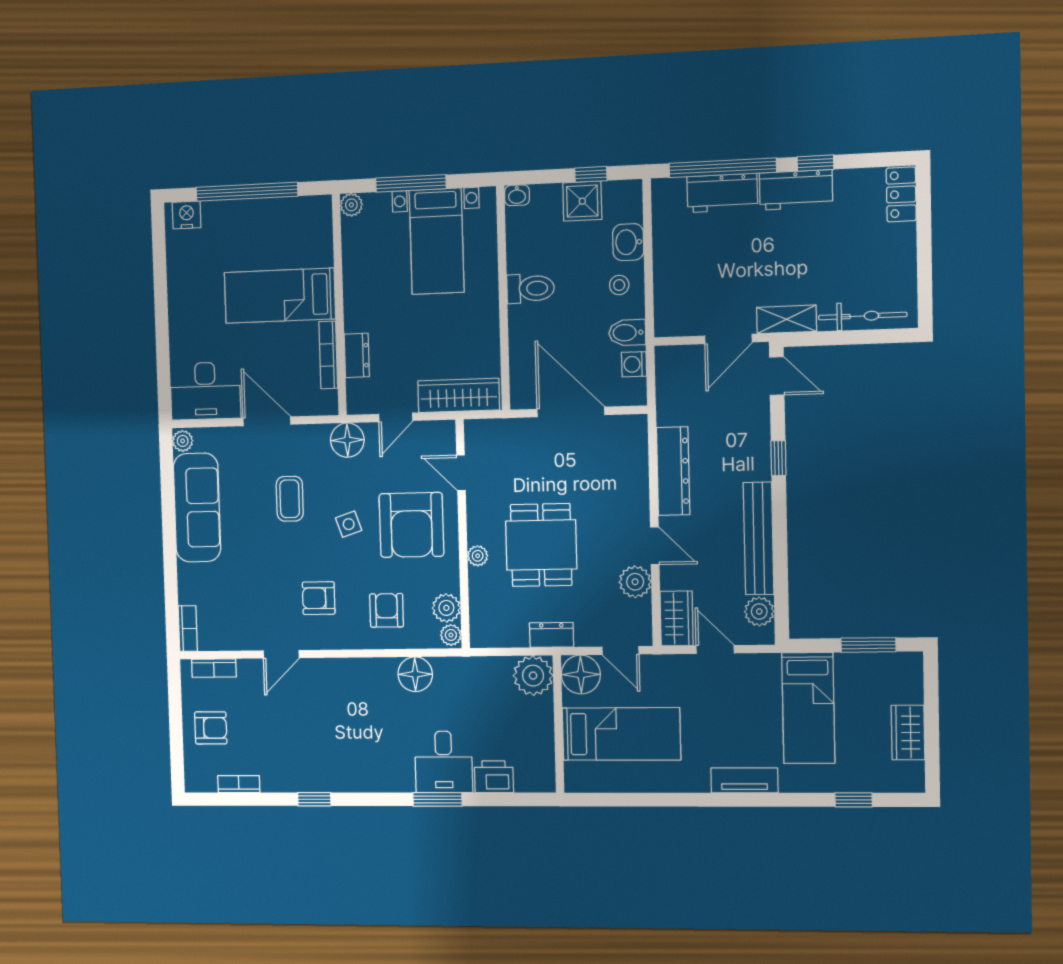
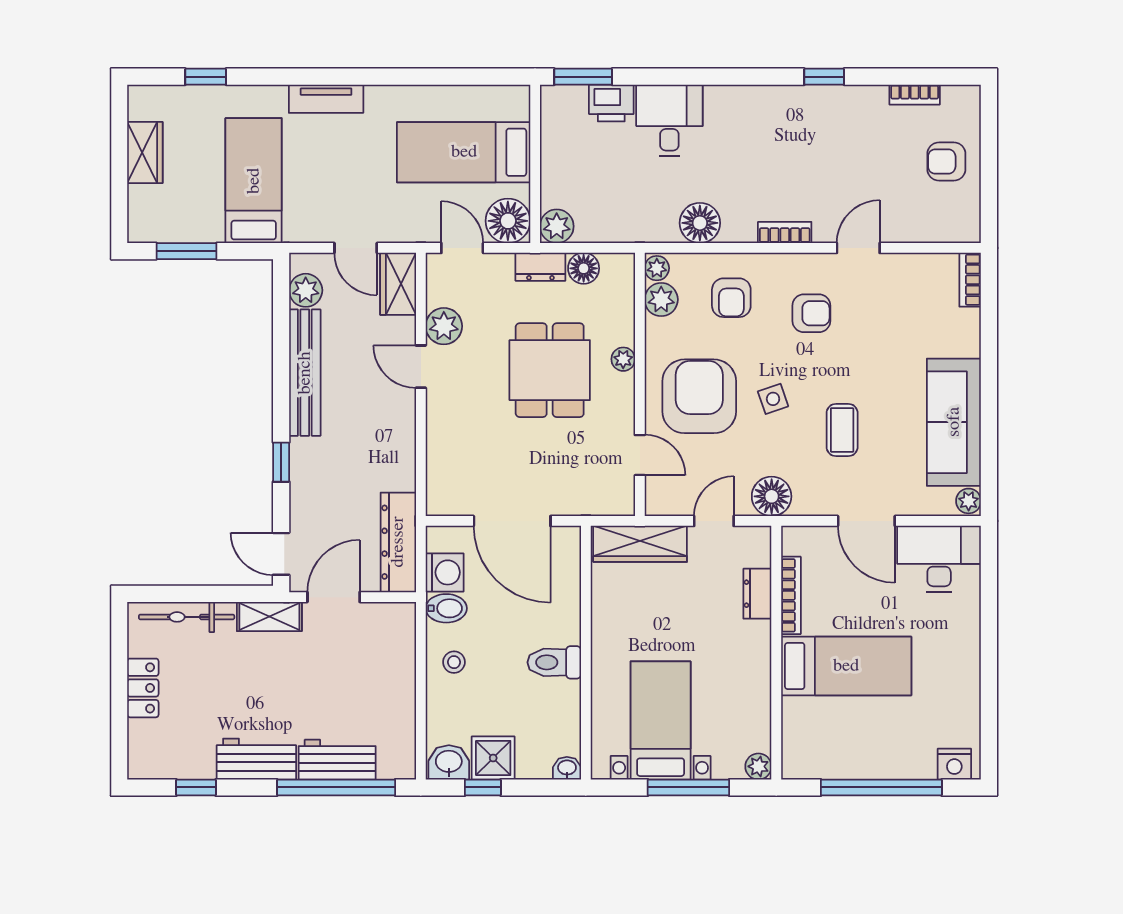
window: (816, 163) -> (196, 787), moved
locker: (901, 194) -> (143, 688), moved
washbasin: (628, 242) -> (449, 762), moved, turned -90
washing machine: (634, 364) -> (445, 572), width x1.38, depth x1.38
dresser: (673, 471) -> (398, 542), moved
floor lamp: (514, 634) -> (584, 268), added
bookcase: (214, 668) -> (785, 232), moved
plant: (533, 676) -> (557, 226), width x0.73, depth x0.73
window: (437, 799) -> (583, 77), moved

